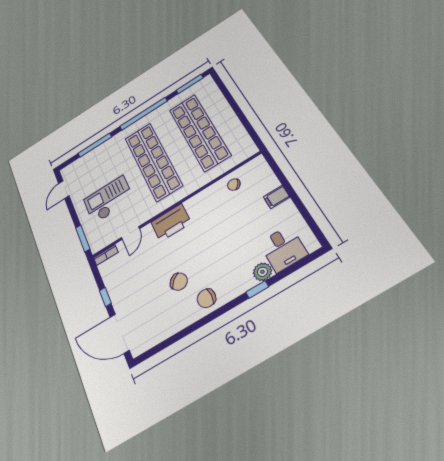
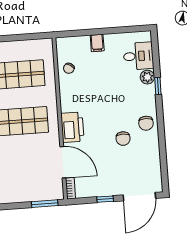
checkout: (109, 200) -> (22, 171), removed
door: (130, 233) -> (63, 162), width x1.87
chair: (179, 282) -> (123, 139), turned 136

